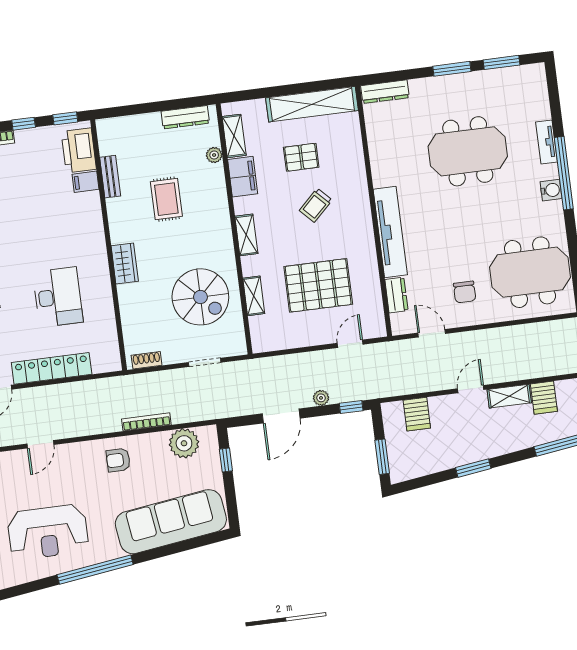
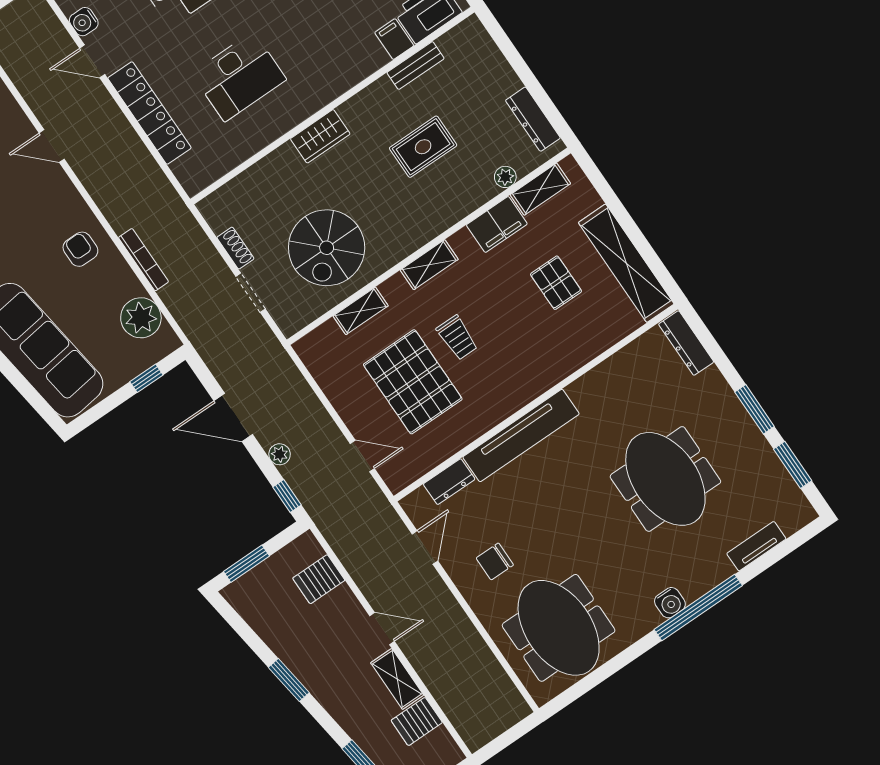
tv unit: (547, 142) -> (756, 546), moved
trolley: (316, 205) -> (457, 338), moved, turned -136
shoe rack: (147, 360) -> (235, 248), moved

